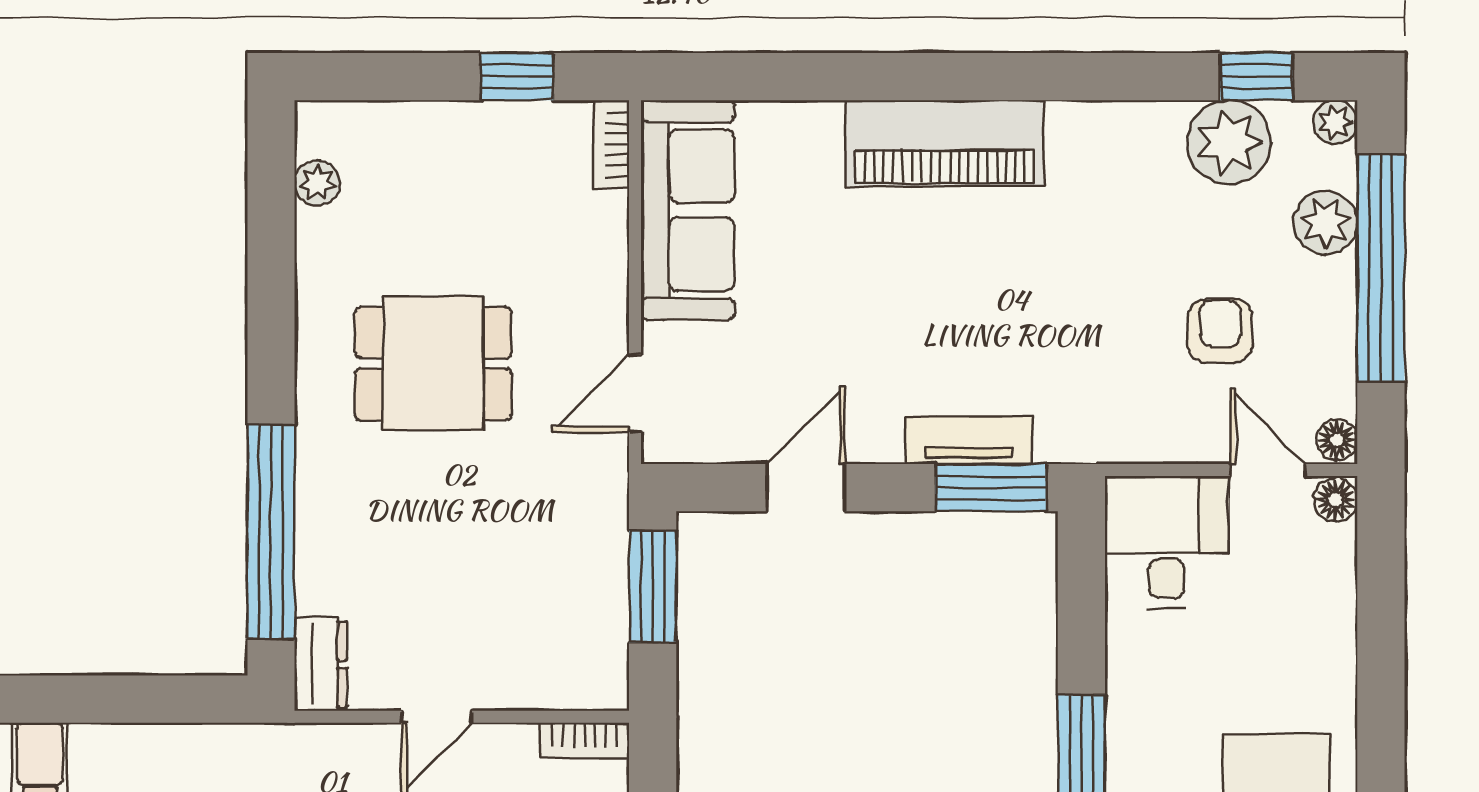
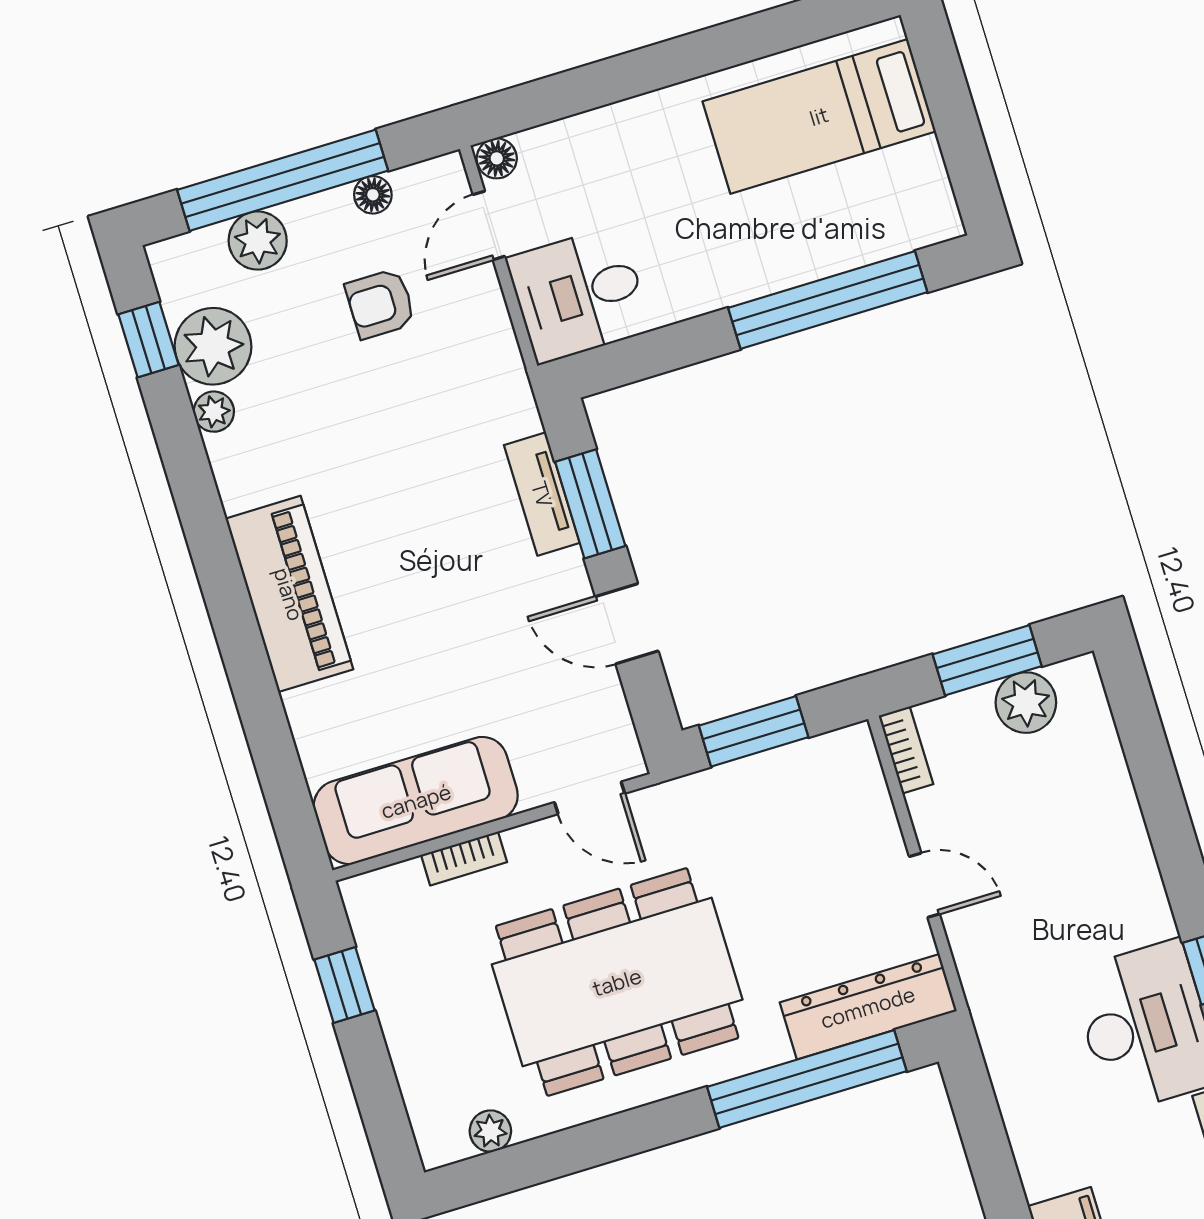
plant: (1335, 122) -> (214, 412), moved
bookcase: (612, 144) -> (464, 858), moved
dining table: (433, 364) -> (617, 982), width x1.88, depth x1.24
floor lamp: (1337, 440) -> (373, 195), moved
window: (991, 488) -> (590, 504), moved
dresser: (321, 664) -> (868, 1007), width x1.96, depth x1.24

